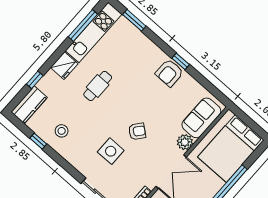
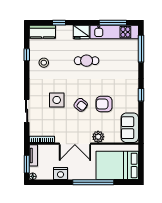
window: (134, 20) -> (141, 49), width x1.44
armchair: (169, 73) -> (104, 104), moved
sofa: (201, 118) -> (130, 128), moved, turned -90

